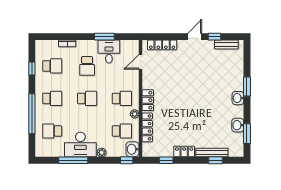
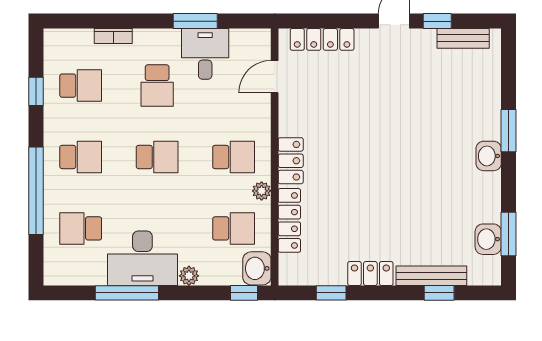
washbasin: (238, 125) -> (488, 239), moved

